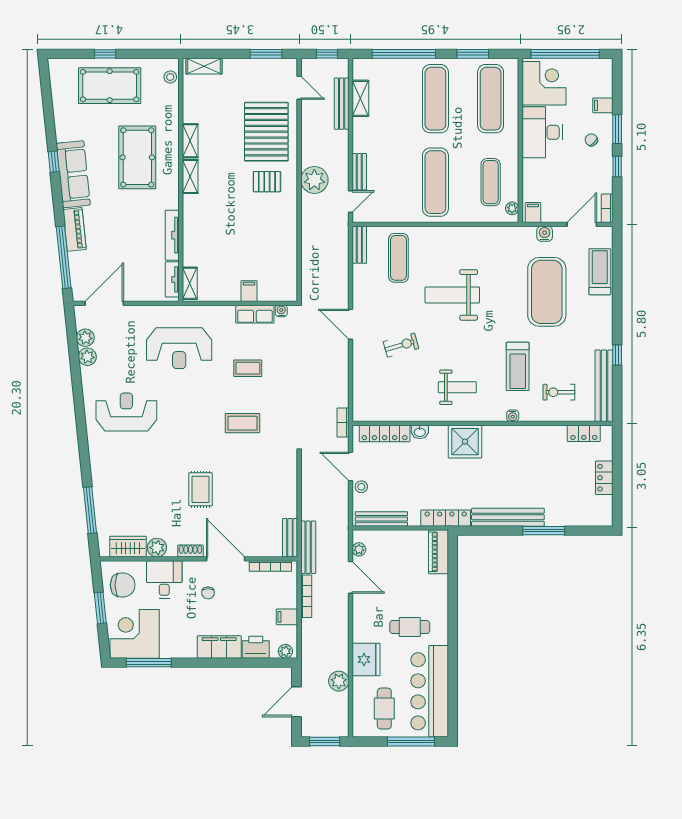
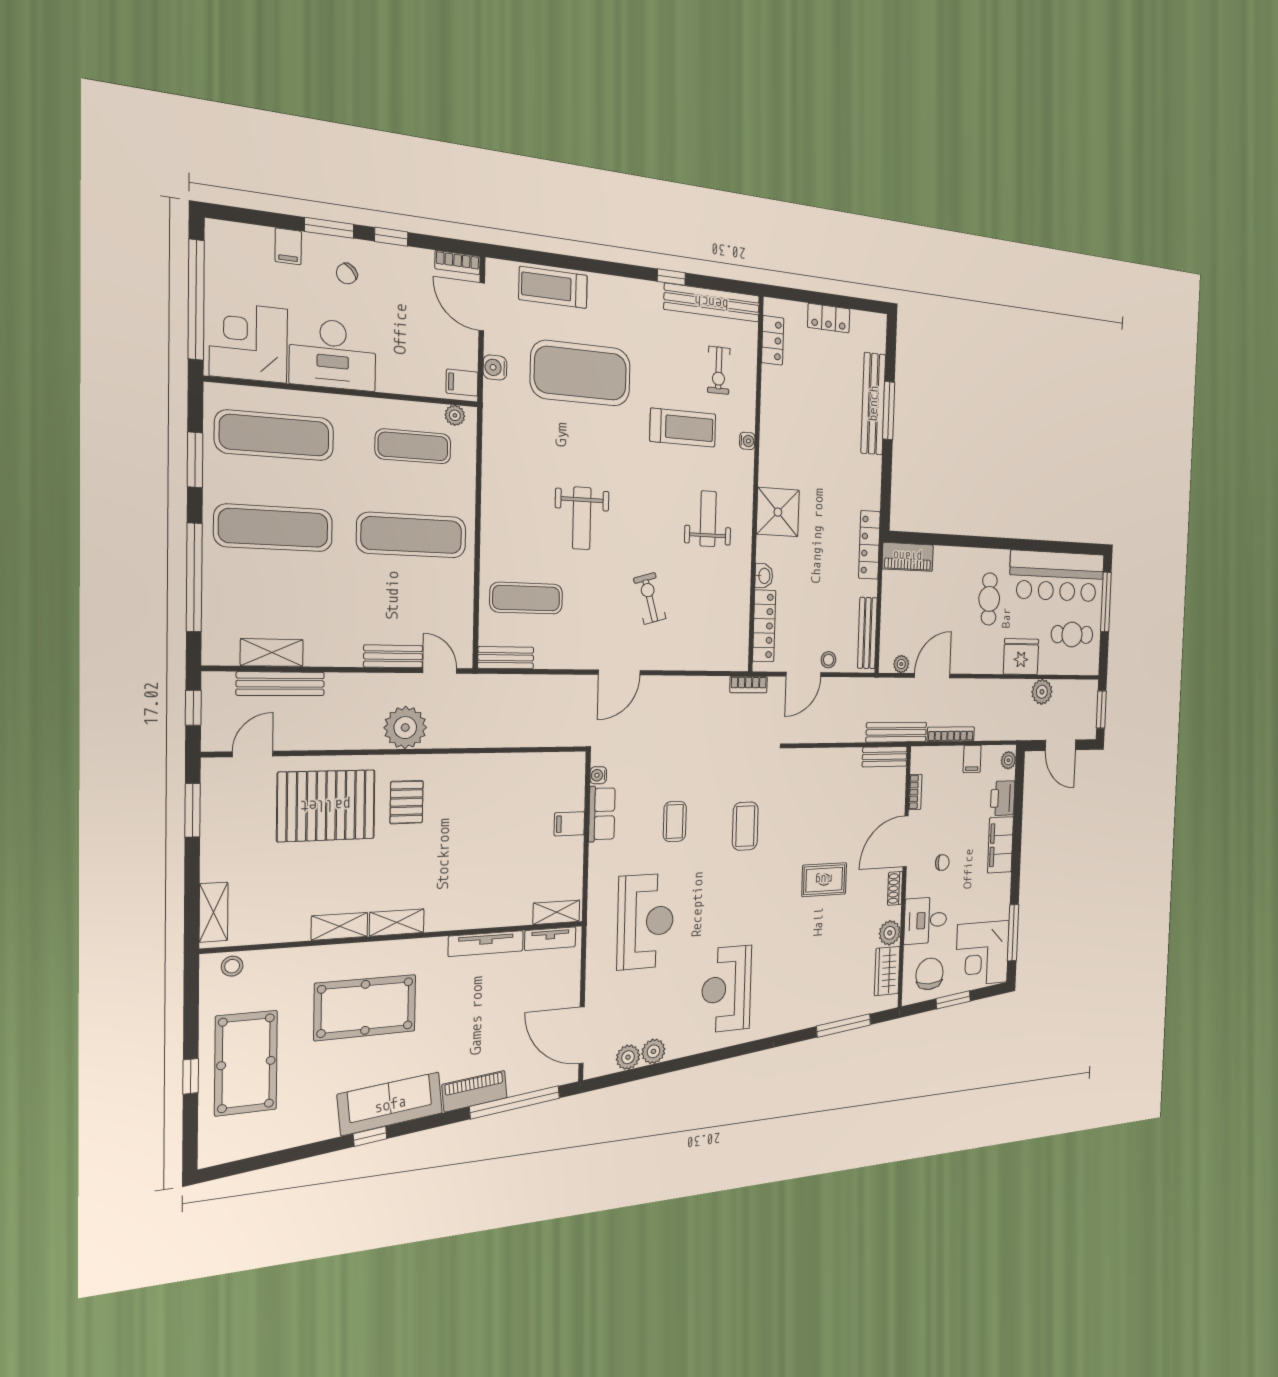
weight bench: (452, 295) -> (582, 518), width x0.73, depth x0.75
bench: (508, 517) -> (873, 404), moved
bookcase: (270, 566) -> (915, 792), width x0.64

